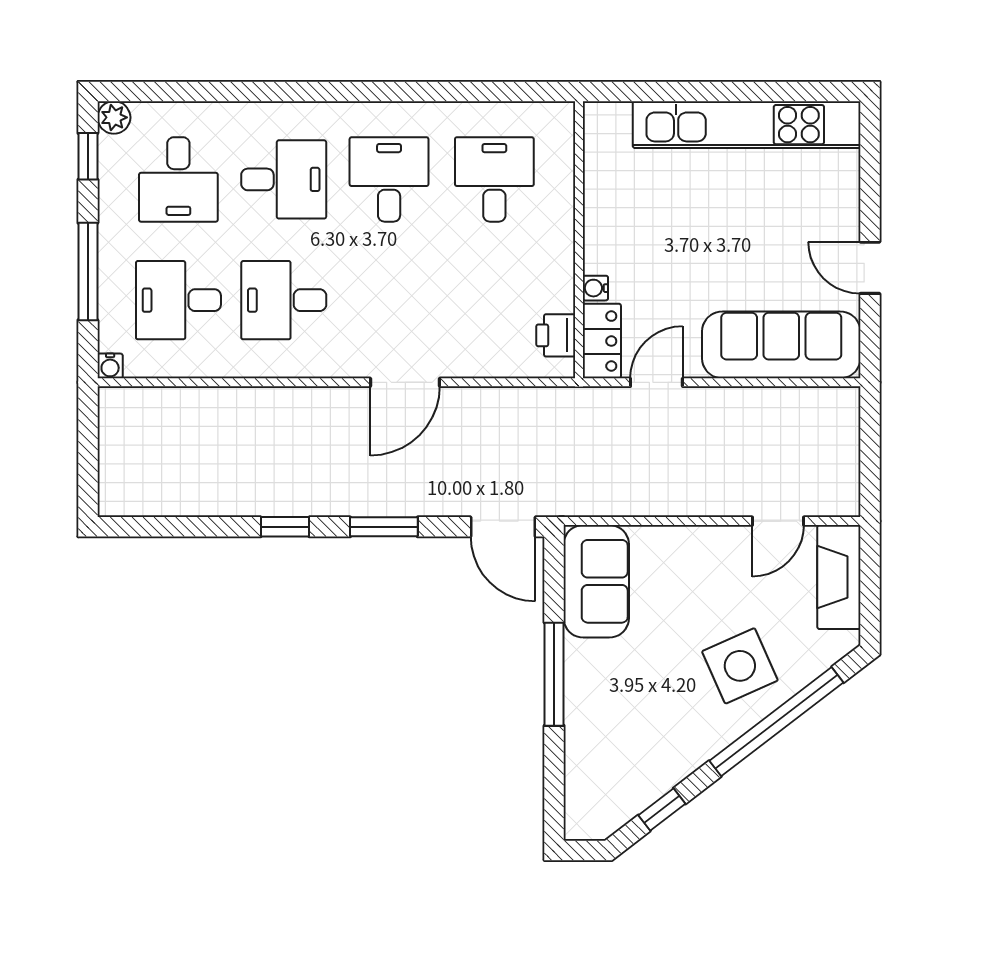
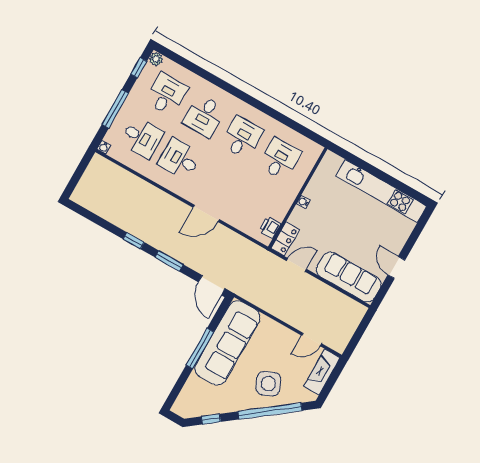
desk: (178, 179) -> (166, 94), turned 180
desk: (284, 179) -> (204, 116), turned 90
water cooler: (595, 288) -> (303, 202), moved
desk: (178, 300) -> (142, 138), turned 180
sofa: (596, 581) -> (227, 343), width x1.85, depth x1.27

